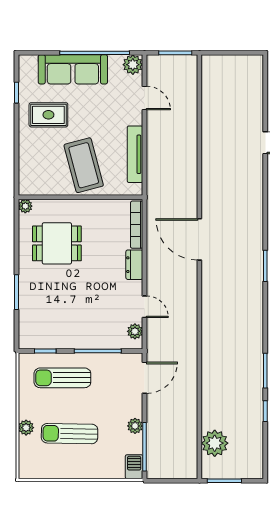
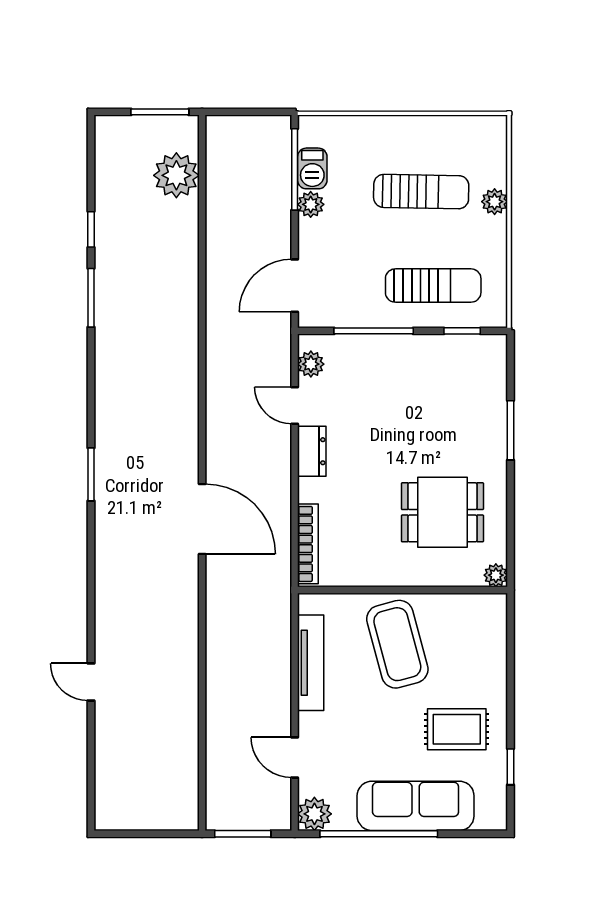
dresser: (134, 265) -> (312, 451), moved
barbecue: (134, 467) -> (312, 168), moved

